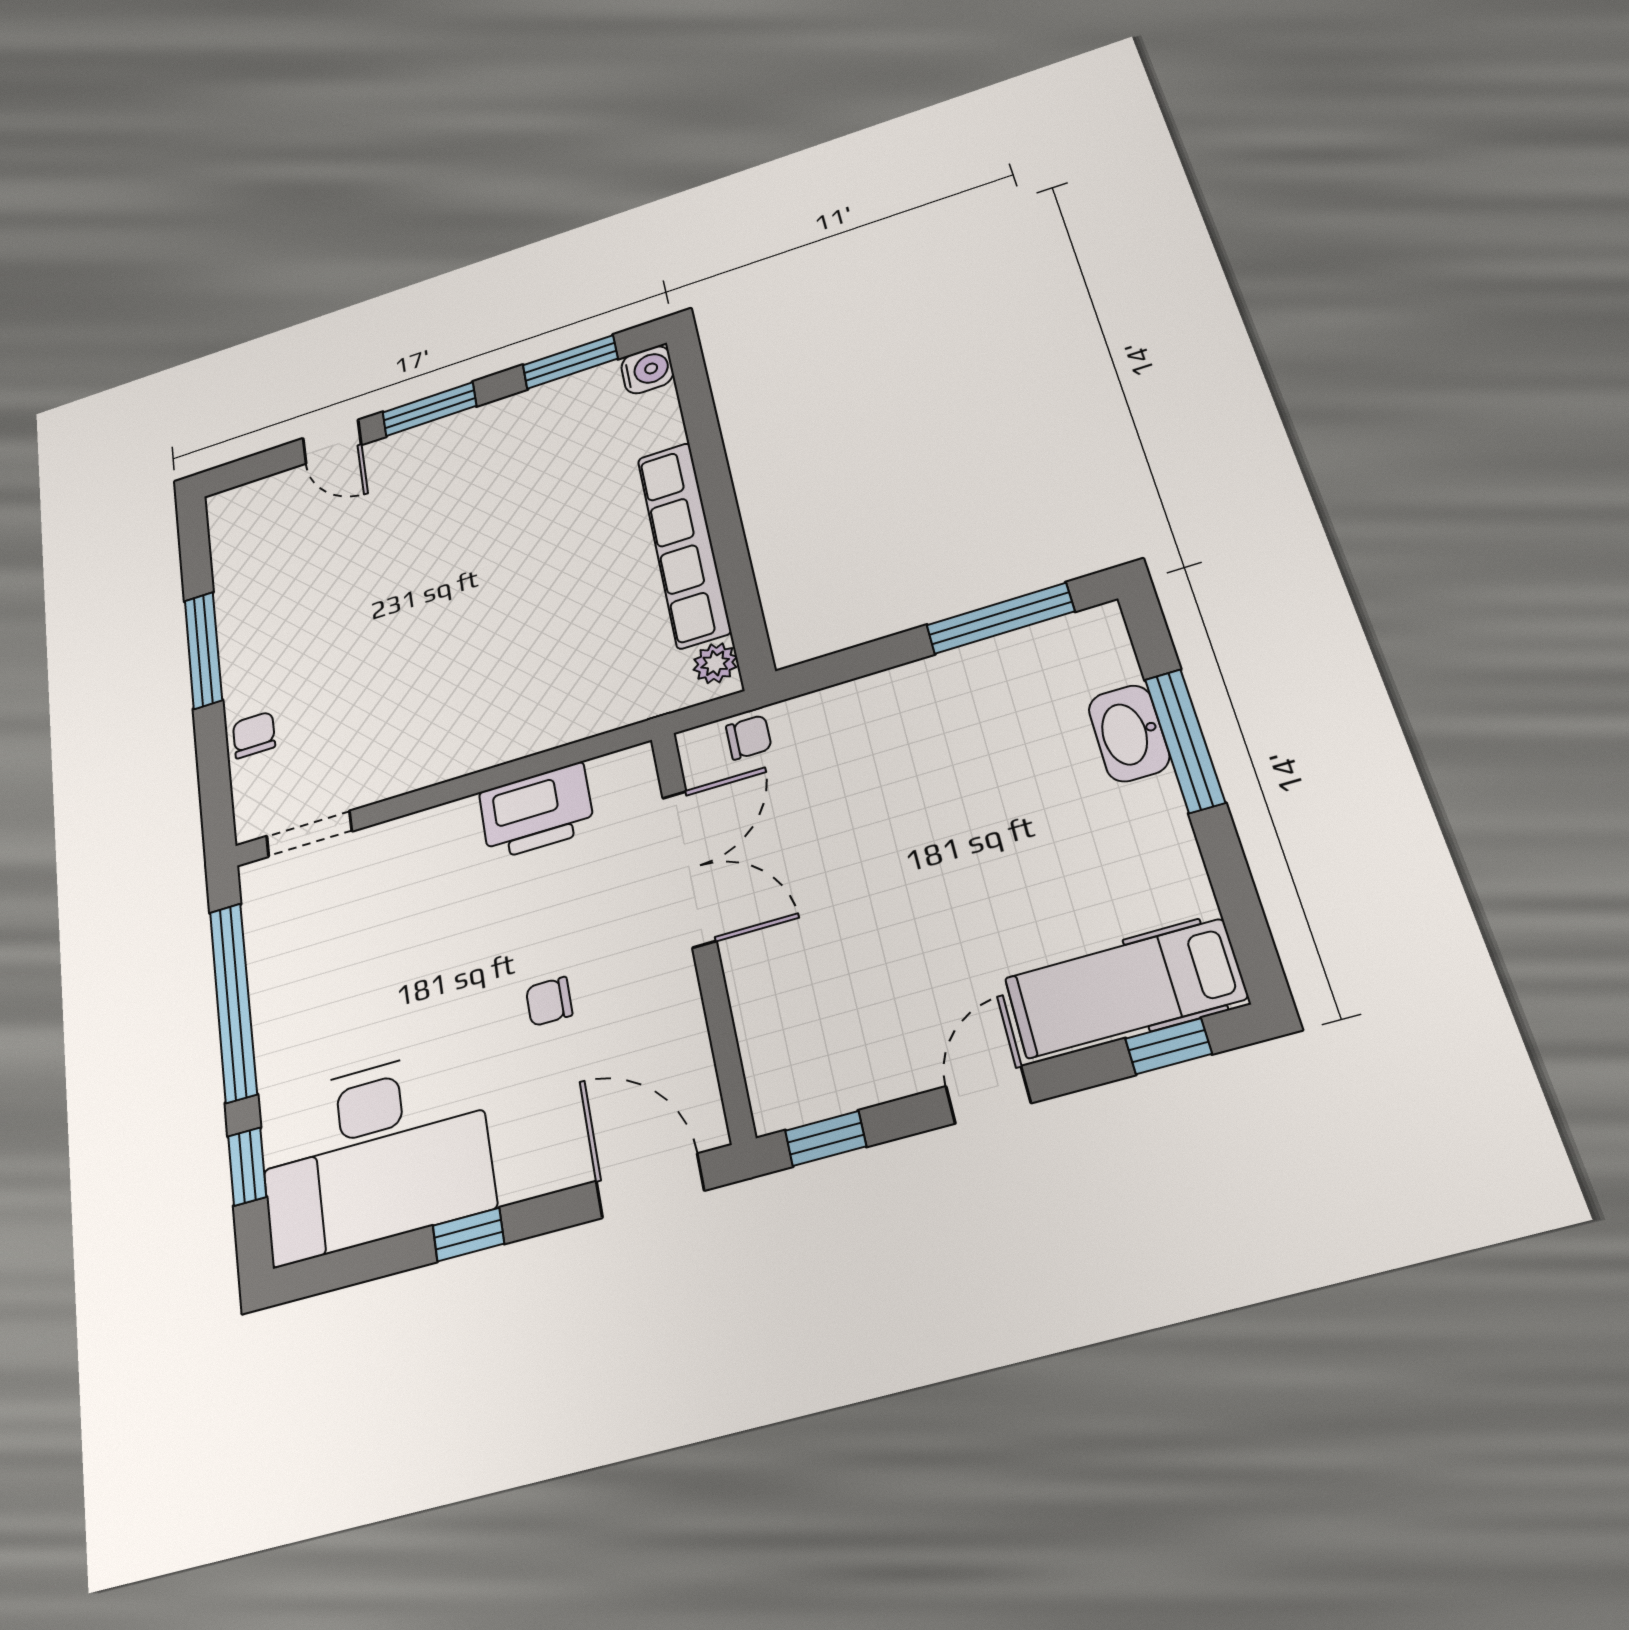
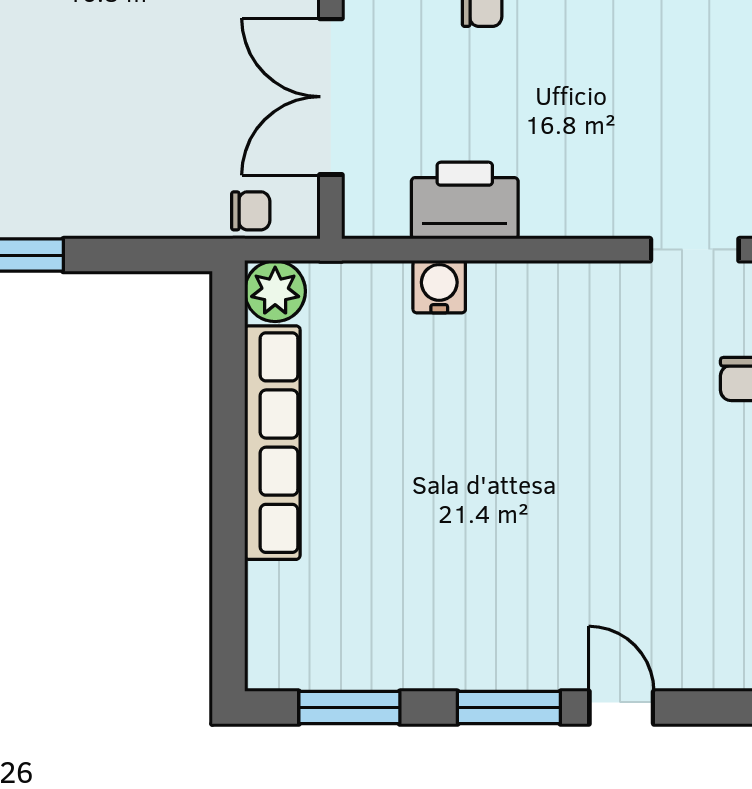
water cooler: (647, 370) -> (439, 287), moved, turned 90
plant: (715, 663) -> (275, 291), width x1.38, depth x1.38
chair: (749, 737) -> (251, 211), turned 180

